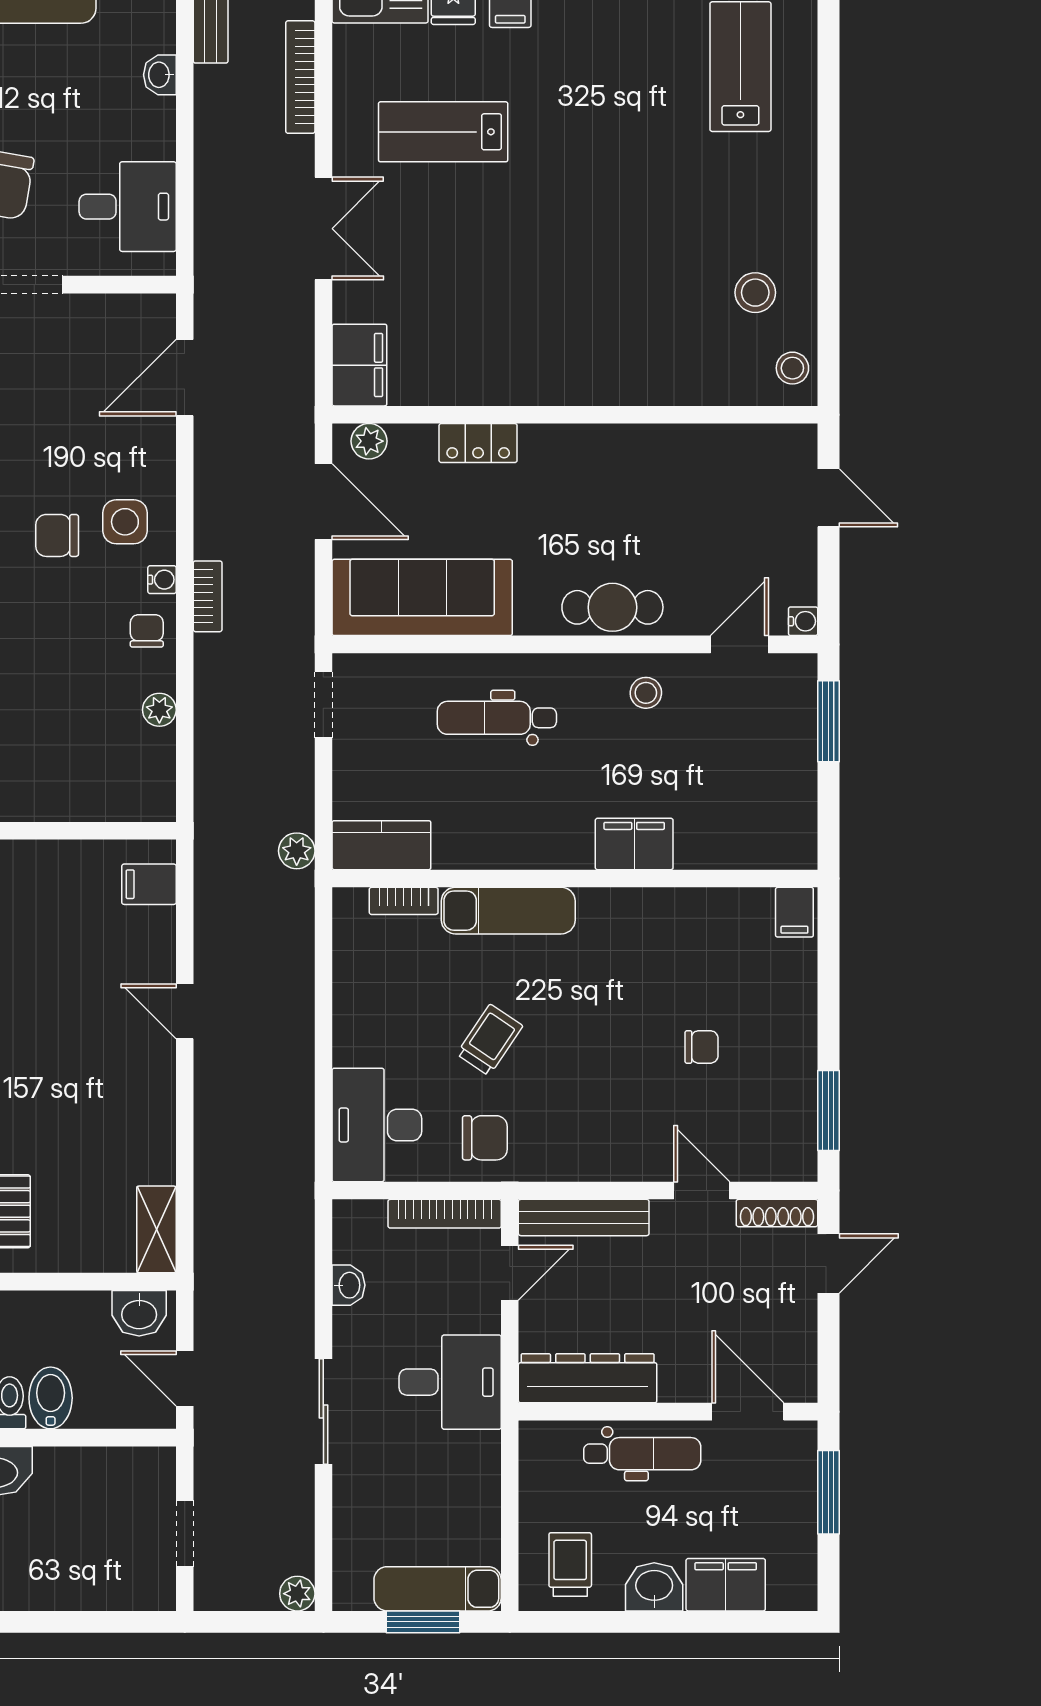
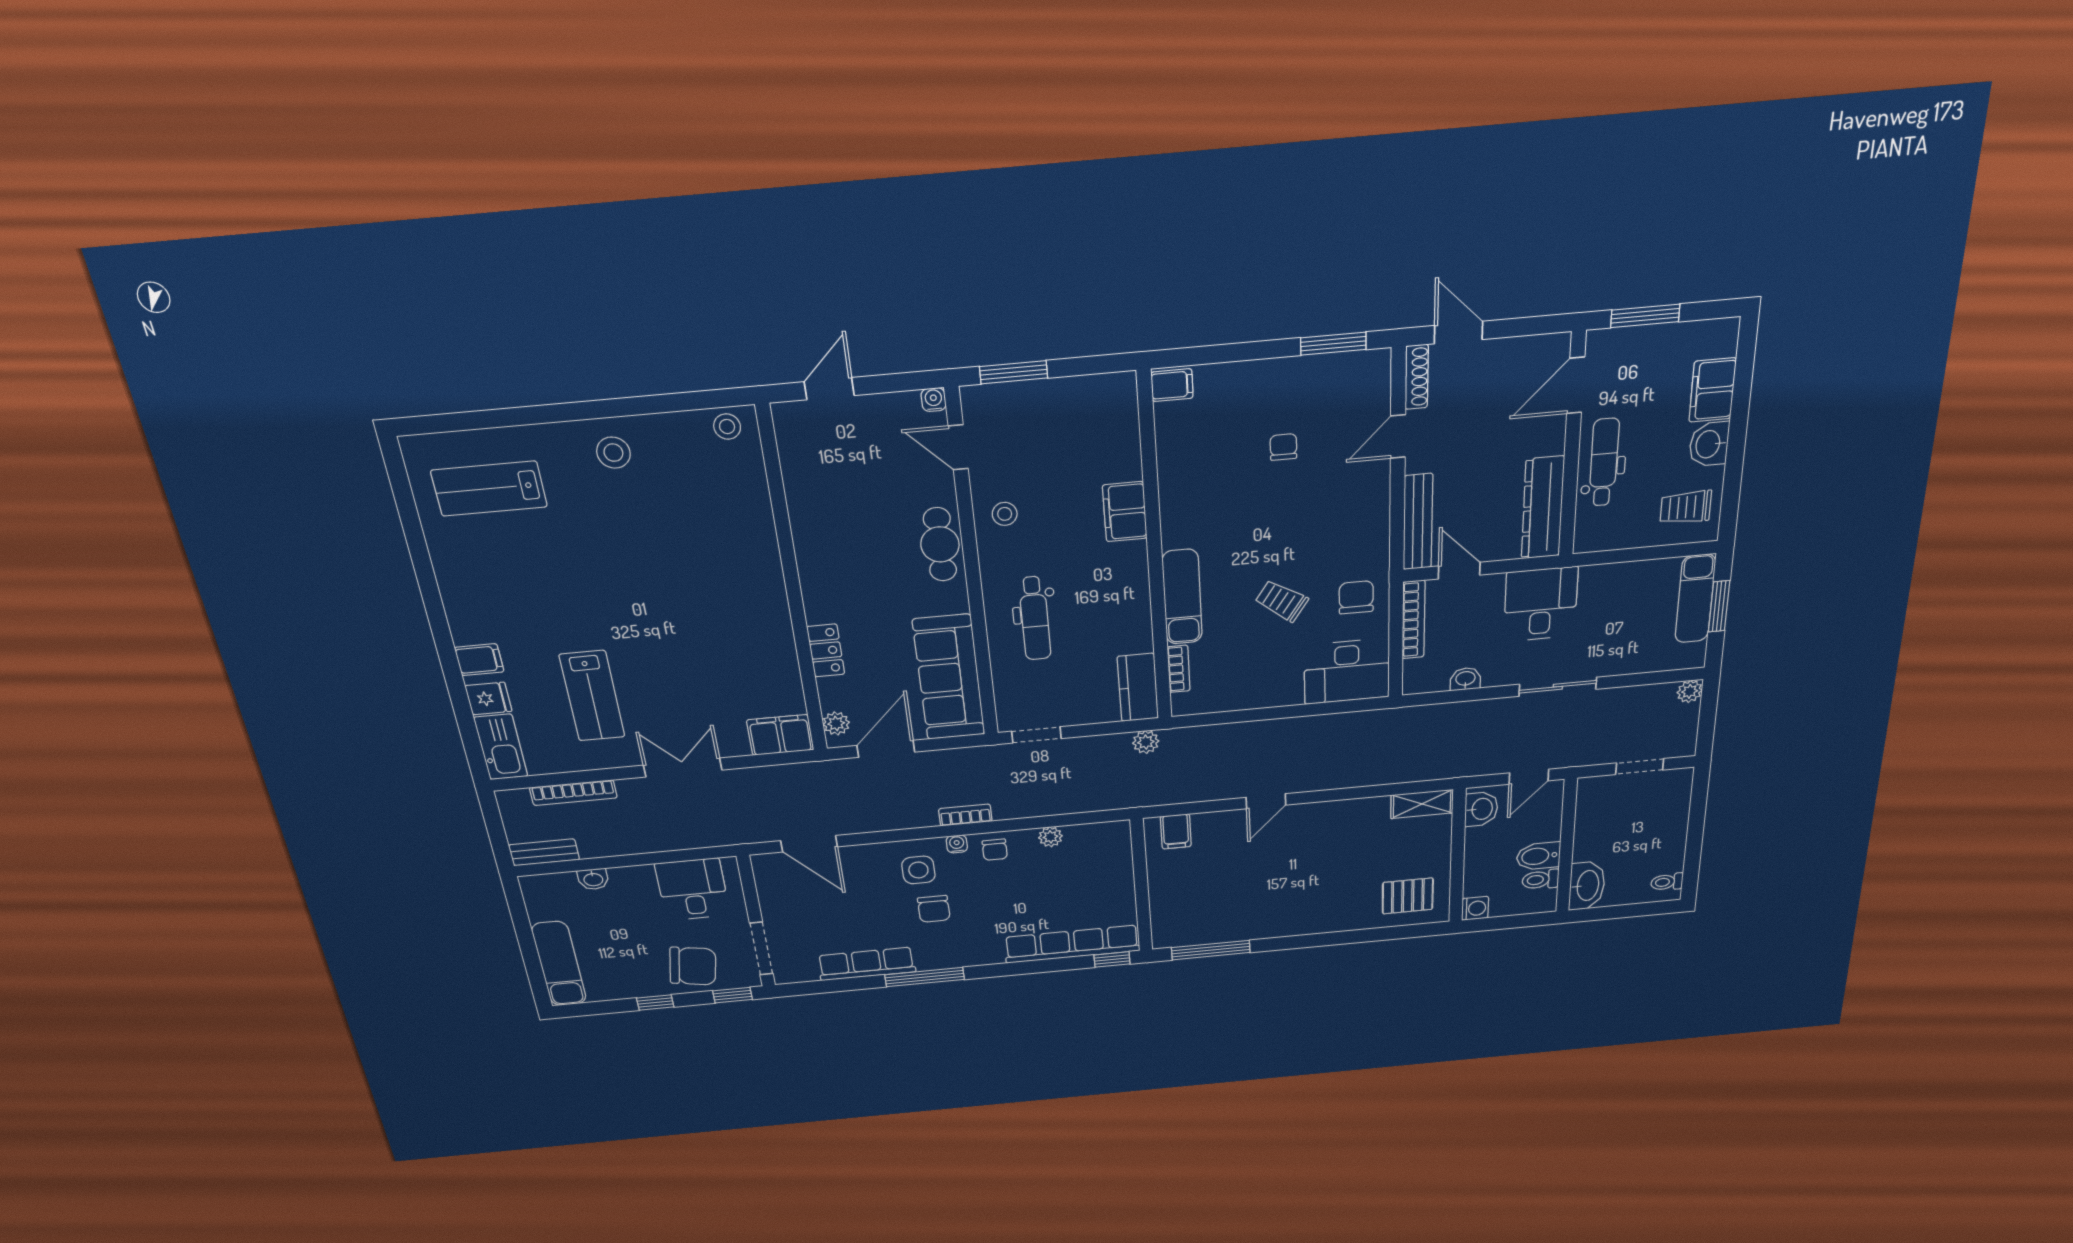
stool: (755, 293) -> (613, 453), moved
chair: (147, 631) -> (995, 850), turned -90

